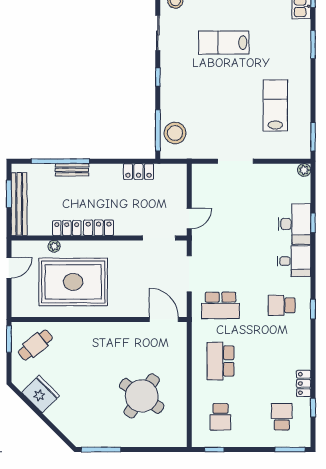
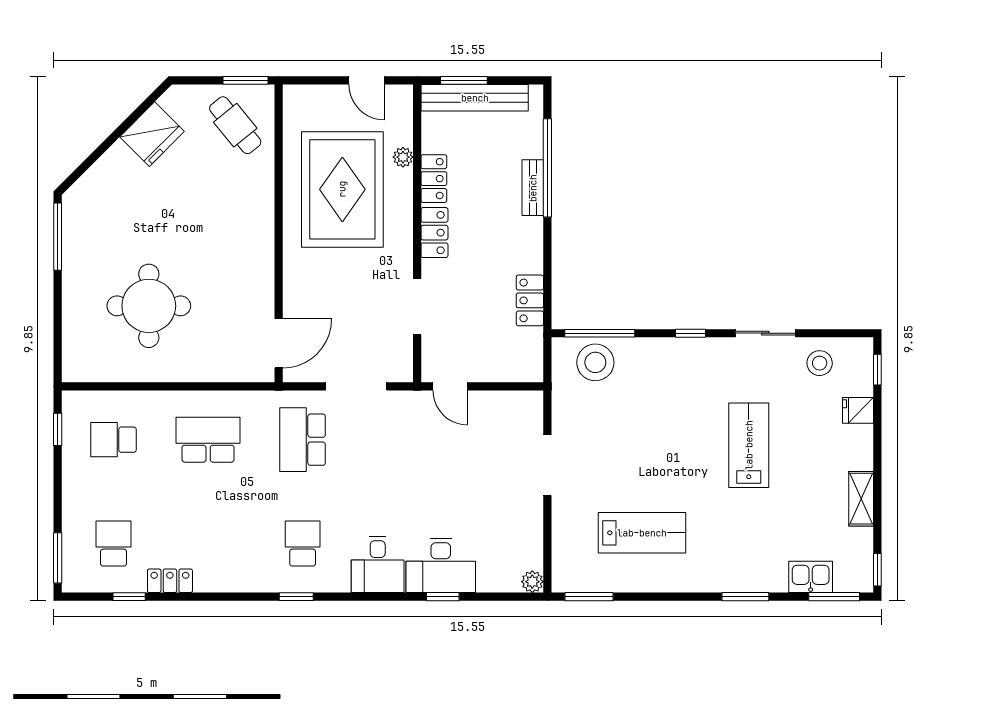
window: (9, 194) -> (464, 80), moved
doorway: (159, 238) -> (417, 307), moved
round table: (142, 396) -> (149, 306), turned -35
school desk: (282, 417) -> (113, 544), turned -90

